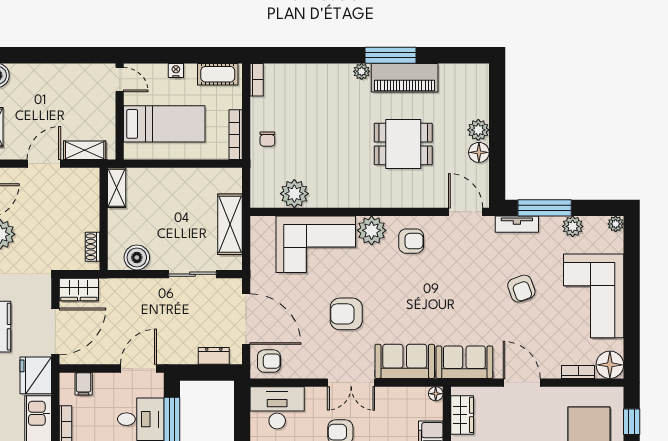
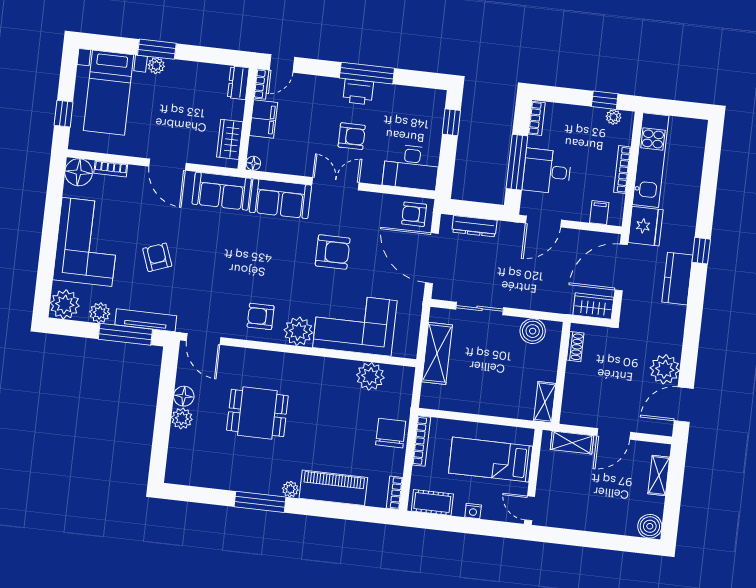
piano: (405, 78) -> (333, 488), moved
chair: (267, 139) -> (391, 433), width x1.87, depth x1.87
tv unit: (517, 224) -> (146, 320), width x1.41
plant: (616, 224) -> (65, 304), width x1.88, depth x1.88
dresser: (214, 356) -> (474, 226), width x1.44

